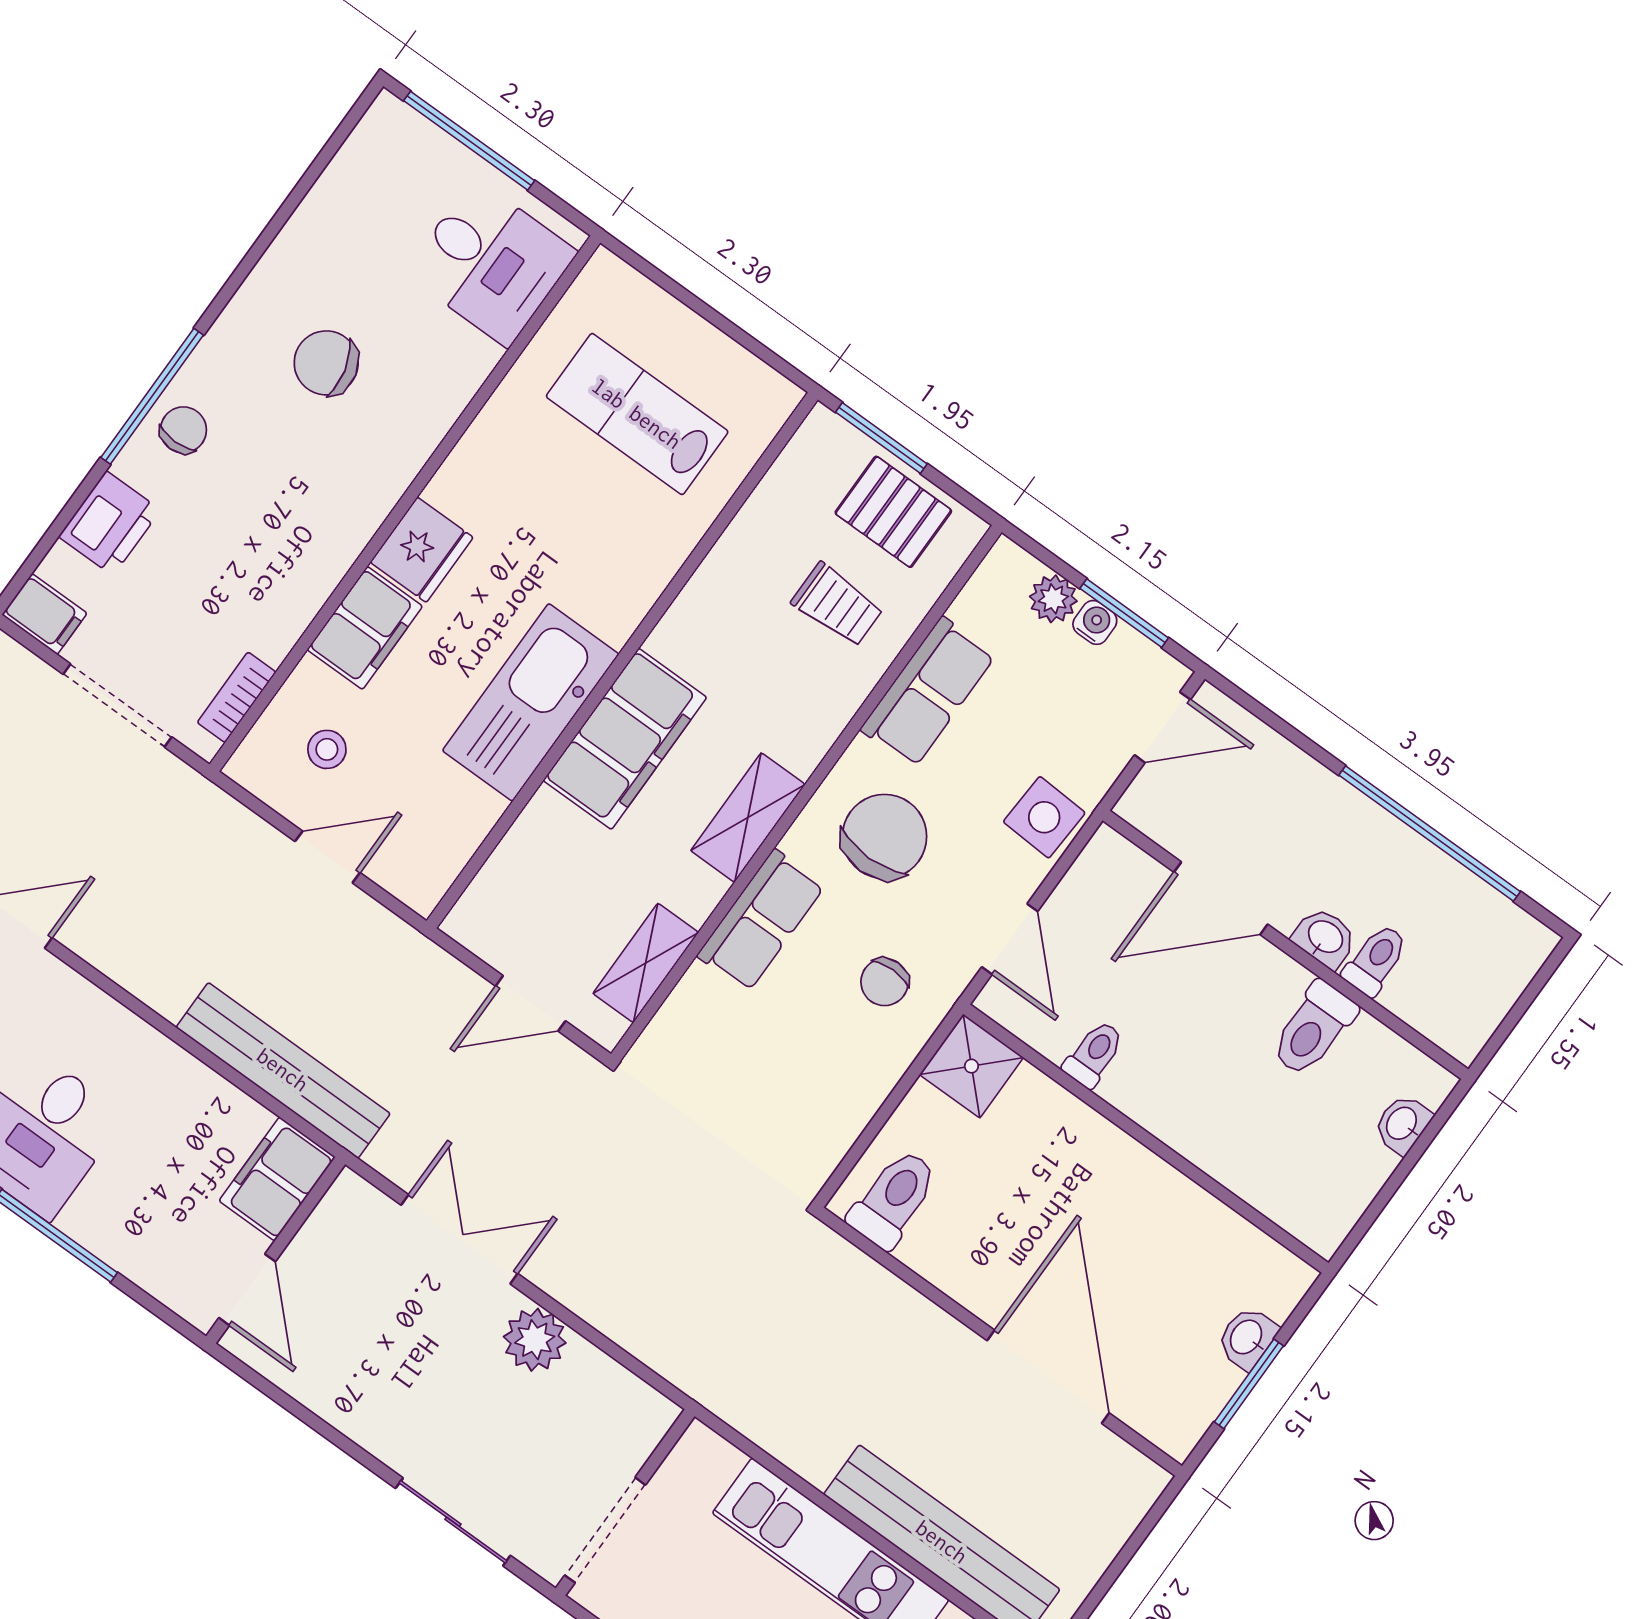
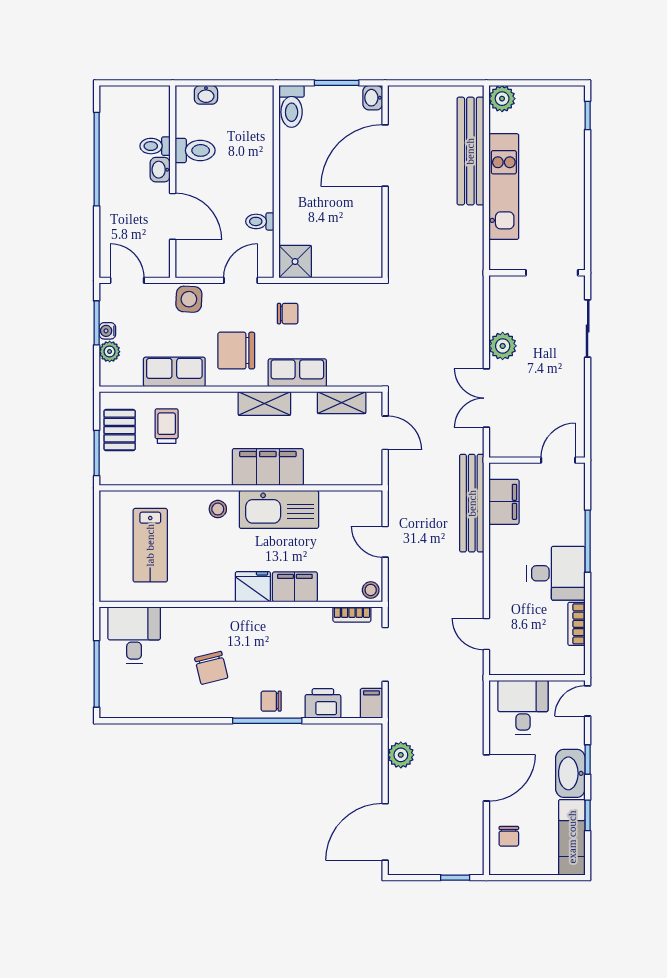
stool: (614, 589) -> (218, 509), added
stool: (327, 749) -> (371, 590), moved
filing cabinet: (277, 1179) -> (504, 502), moved, turned -90
toilet: (894, 1199) -> (292, 106), moved, turned -90
washbasin: (1247, 1338) -> (373, 98), moved, turned 90

